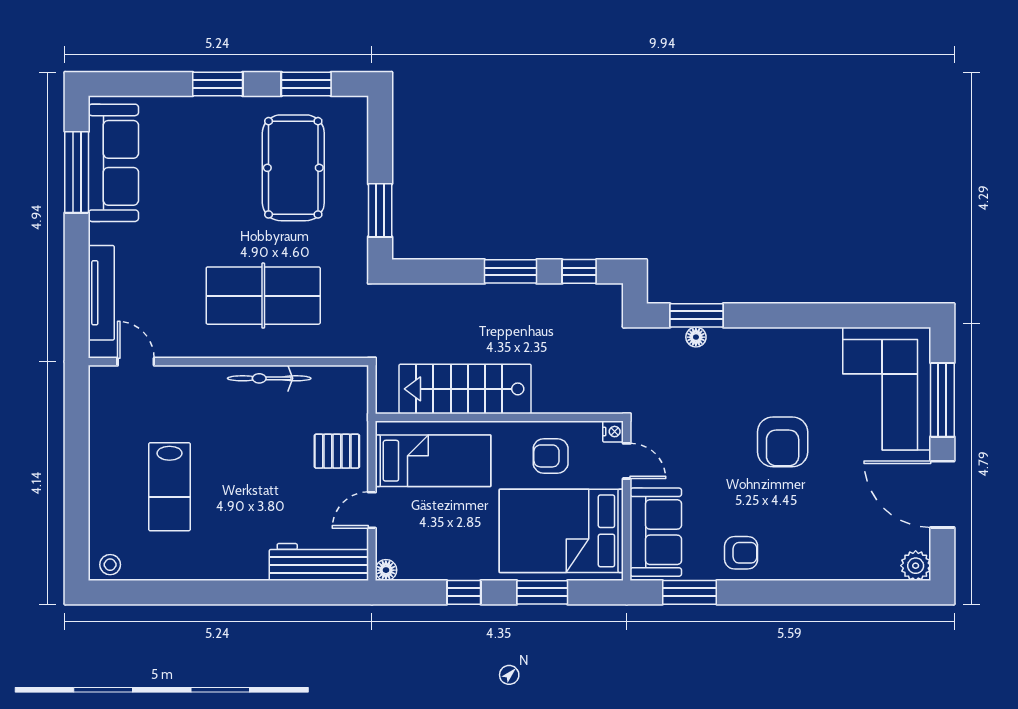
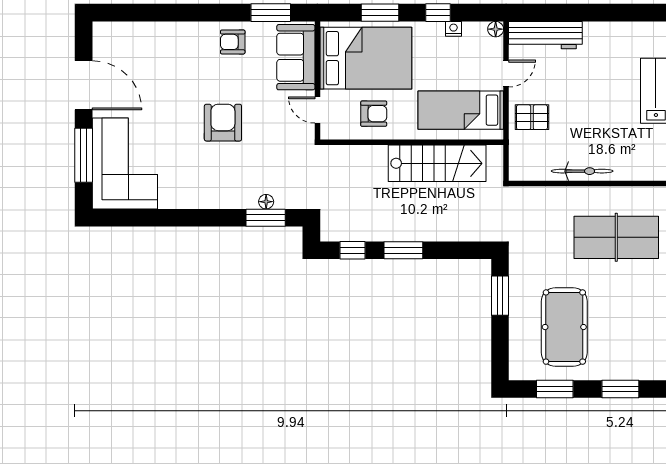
table tennis table: (263, 296) -> (616, 237), moved
nightstand: (613, 432) -> (454, 29), moved, turned 90
armchair: (783, 442) -> (223, 123), moved
plant: (916, 566) -> (103, 32), removed

